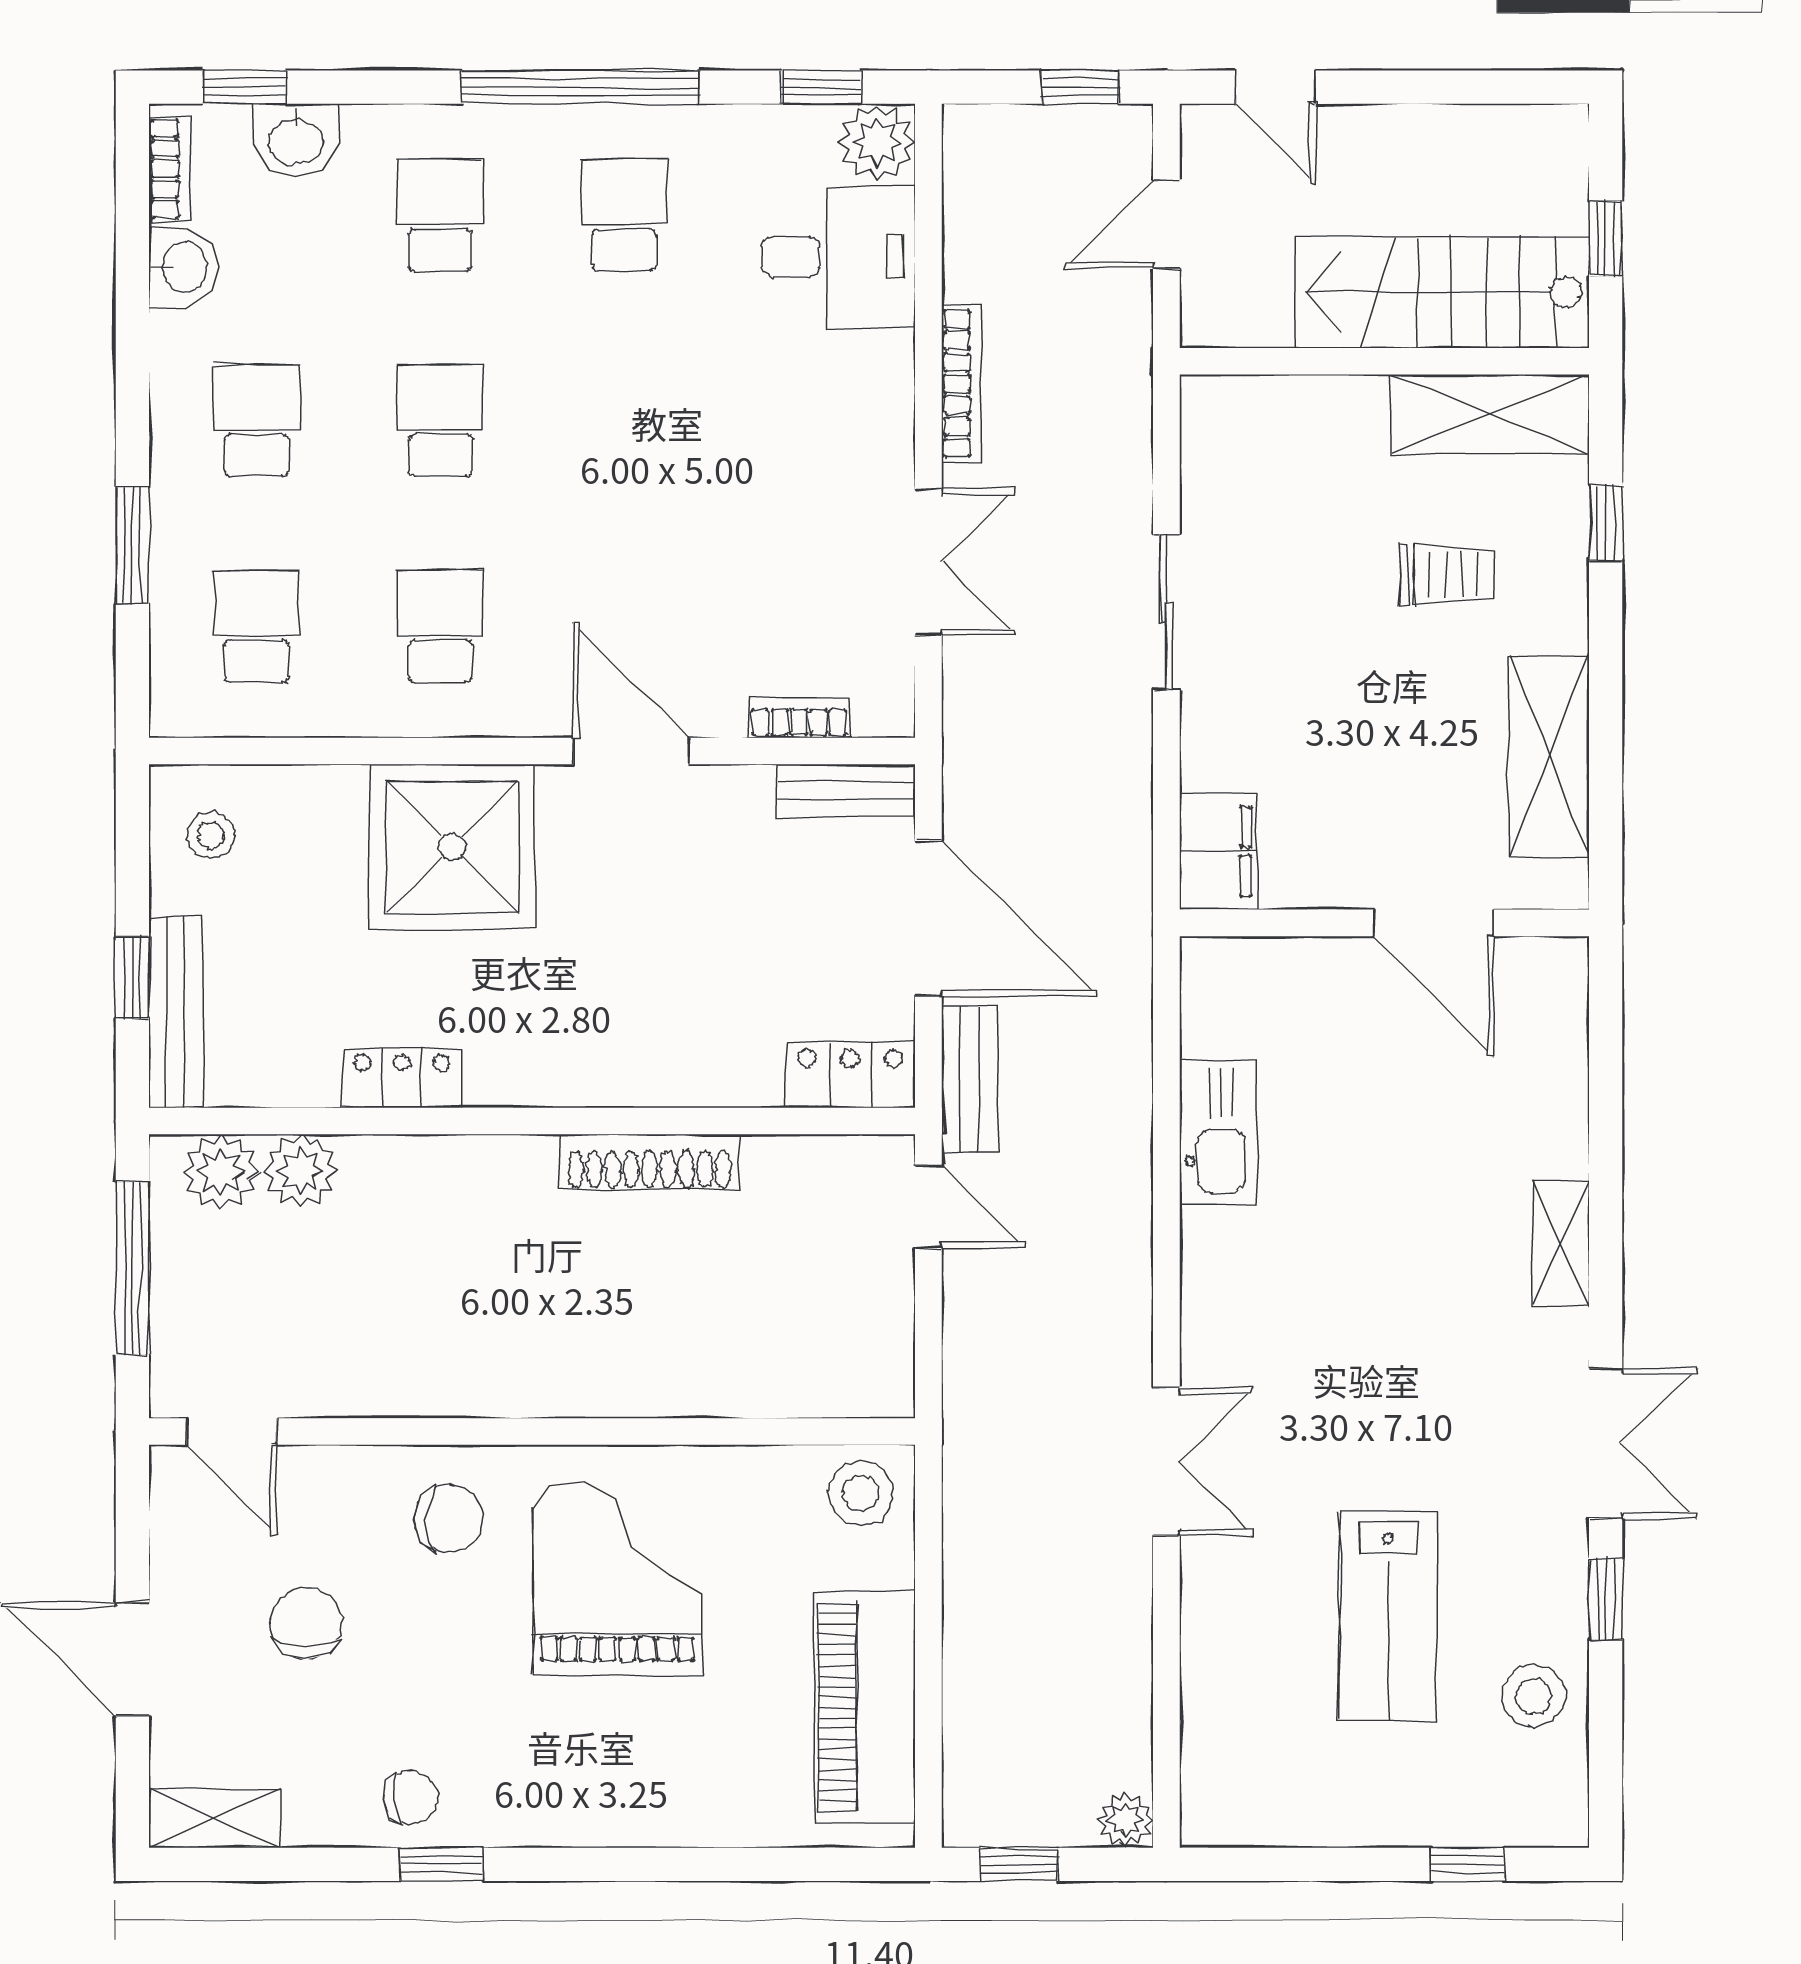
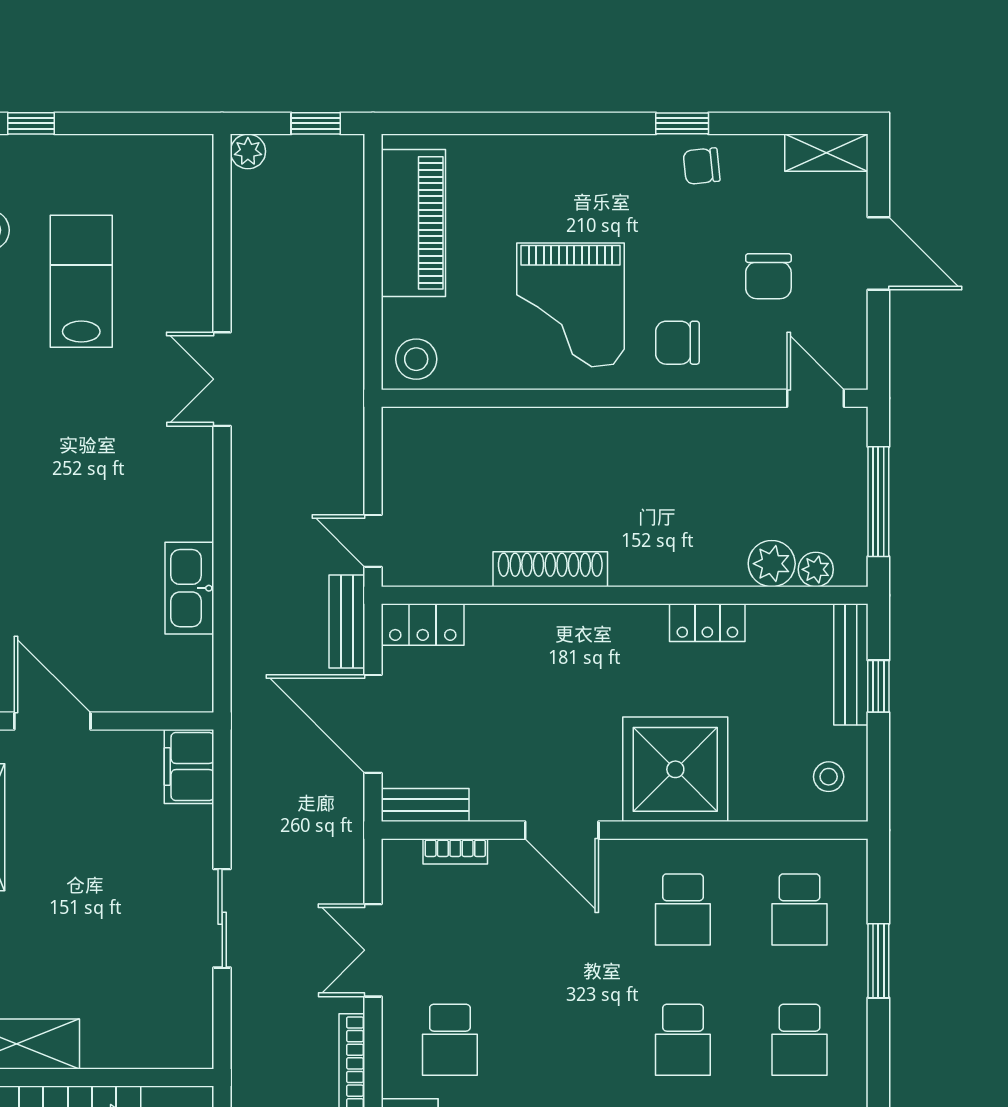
school desk: (807, 421) -> (450, 1040), added
trolley: (1448, 575) -> (44, 942), removed
plant: (221, 1172) -> (816, 569), width x0.73, depth x0.73

